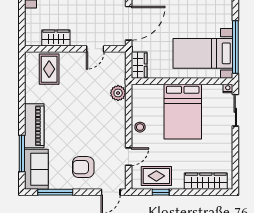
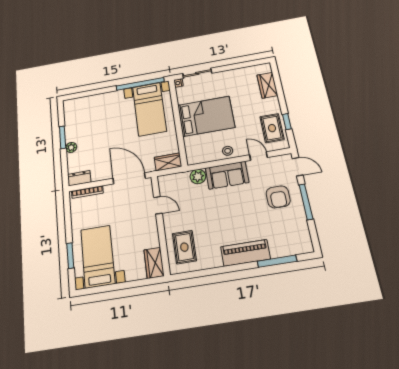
wardrobe: (56, 38) -> (154, 263), moved
rug: (49, 69) -> (184, 247), turned 90
sofa: (36, 169) -> (227, 175), moved, turned 180
wardrobe: (206, 181) -> (267, 85), width x0.67
window: (55, 192) -> (306, 202), moved

